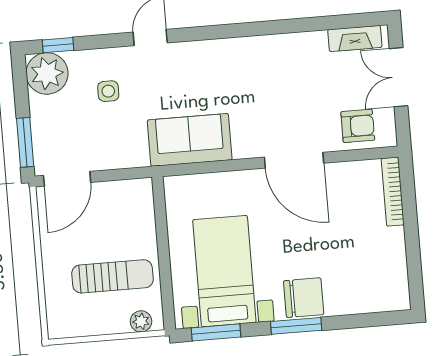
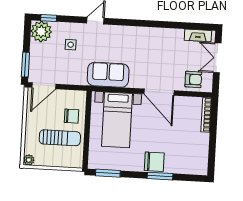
chair: (129, 231) -> (71, 116), added
bed with nightstands: (224, 271) -> (117, 120), moved, turned 180
plant: (141, 321) -> (29, 160), moved
window: (296, 326) -> (160, 176), moved

